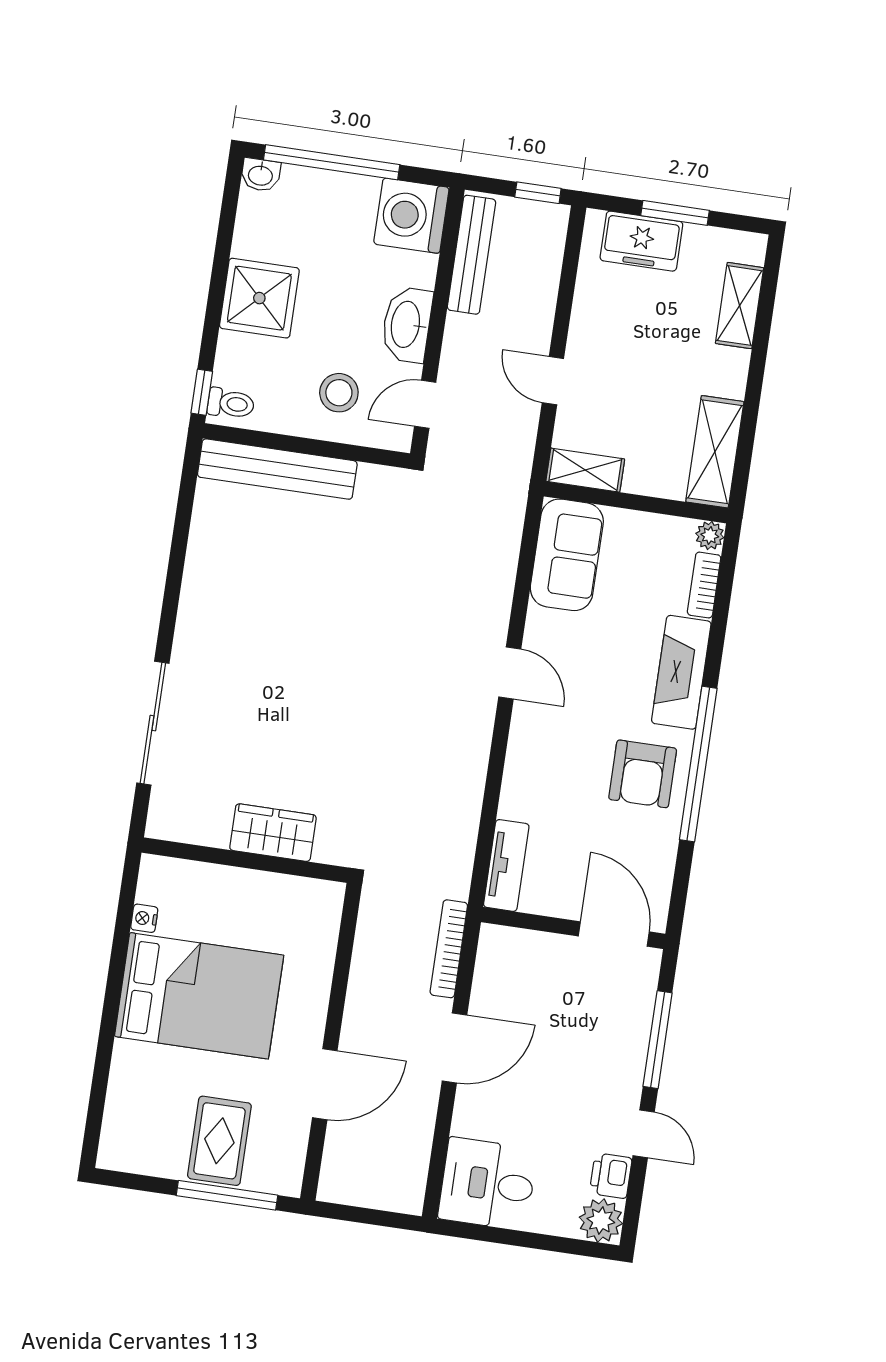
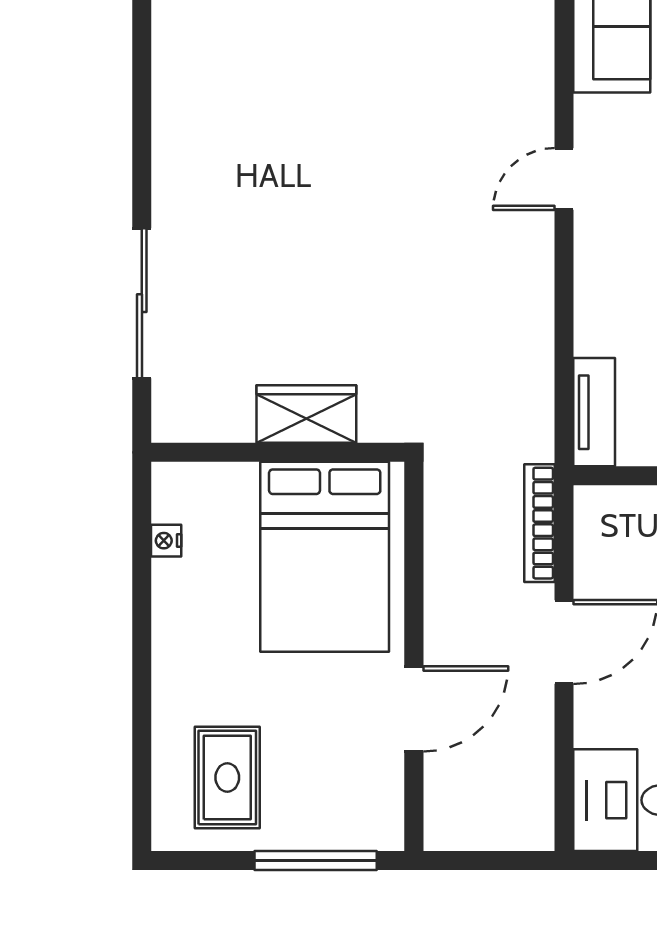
door: (510, 673) -> (564, 179), swing flipped
bed: (199, 996) -> (325, 557), moved, turned 90
rug: (219, 1141) -> (227, 777), moved

